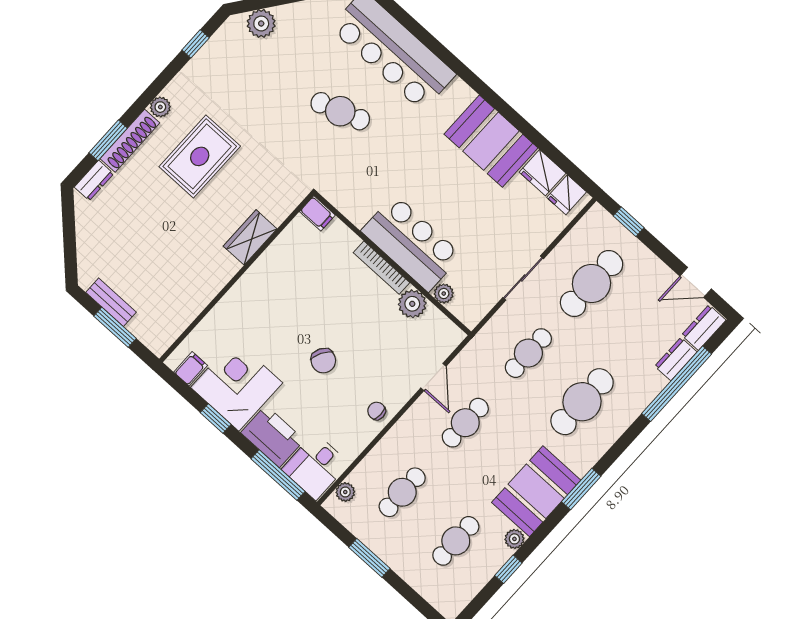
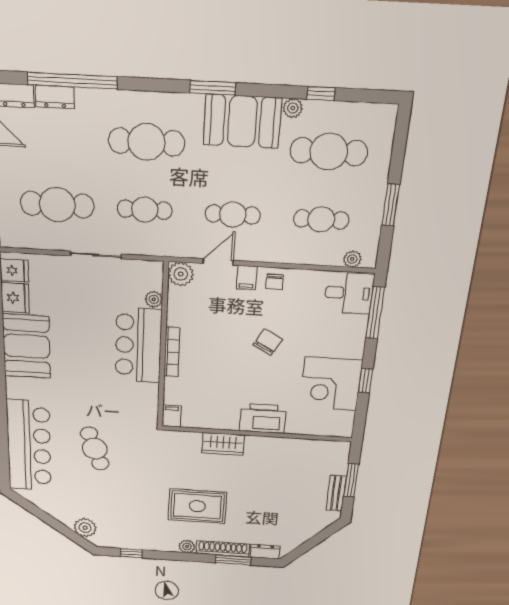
plant: (412, 304) -> (181, 274), moved
filing cabinet: (191, 369) -> (247, 278), moved, turned -90
printer: (273, 436) -> (263, 418), moved, turned 90
cafe table: (456, 541) -> (329, 152), width x1.37, depth x1.35

